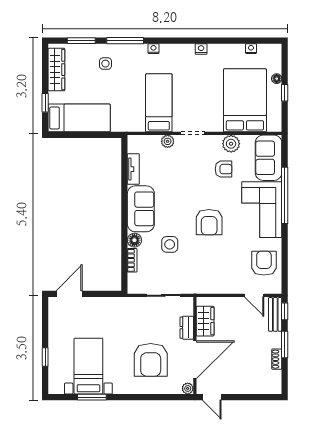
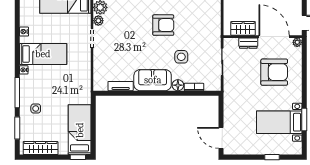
window: (45, 103) -> (78, 157), moved
bed: (159, 103) -> (43, 54), moved, turned 180
plant: (168, 141) -> (98, 21), moved
armchair: (224, 169) -> (121, 13), removed

